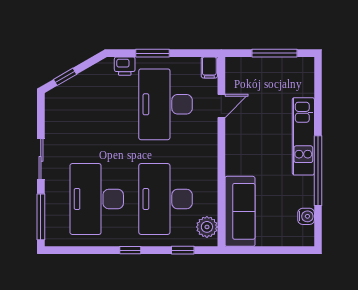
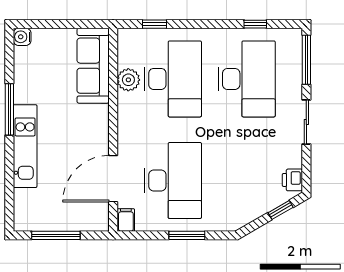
printer: (125, 66) -> (292, 180), moved, turned -90
door: (221, 106) -> (113, 179), width x1.87
window: (318, 171) -> (9, 109), width x0.68
water cooler: (306, 216) -> (22, 37), moved
plant: (207, 227) -> (128, 80), moved
window: (130, 250) -> (255, 24), moved

